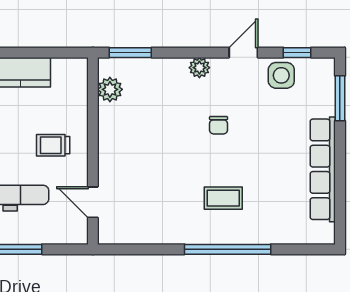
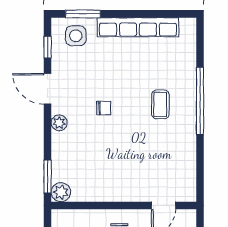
door: (243, 53) -> (47, 89), width x1.38
side table: (281, 75) -> (76, 36), moved
plant: (110, 89) -> (61, 192), moved

